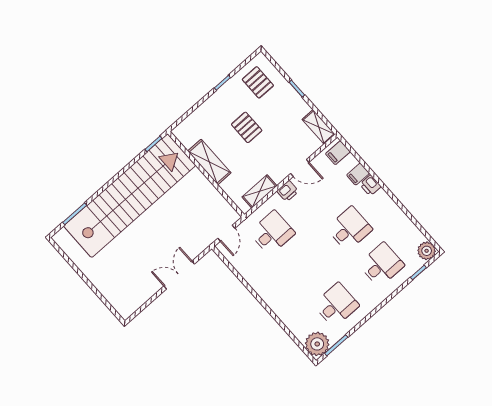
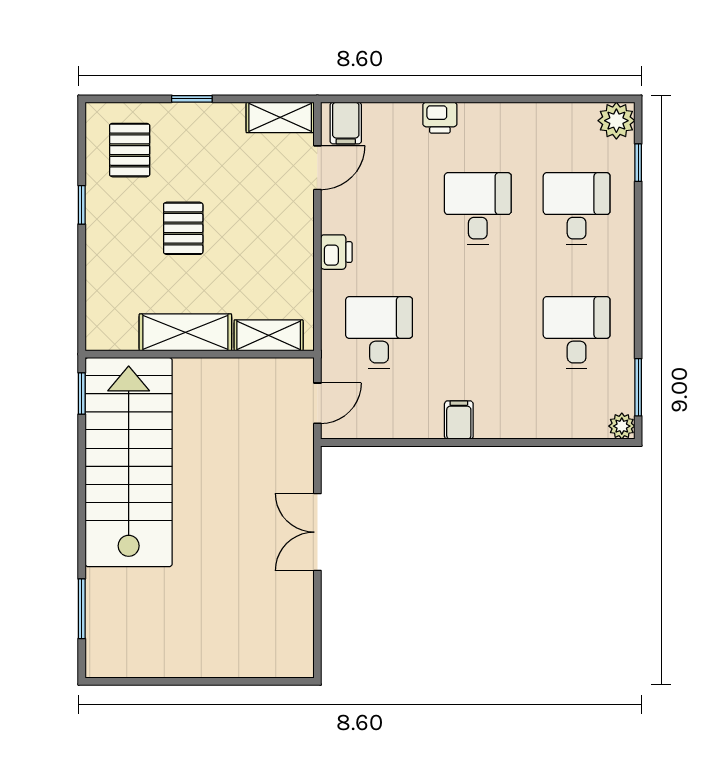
pallet: (258, 82) -> (130, 150), turned 90
pallet: (247, 127) -> (183, 228), turned 90
door: (300, 168) -> (317, 168), moved
filing cabinet: (358, 174) -> (459, 420), moved, turned 180
shelving: (260, 191) -> (269, 335), moved, turned 90
stairs: (130, 196) -> (129, 462), width x0.73
door: (226, 233) -> (317, 403), hinge flipped
plant: (317, 344) -> (622, 426), width x0.53, depth x0.53

